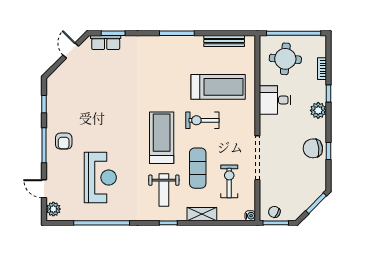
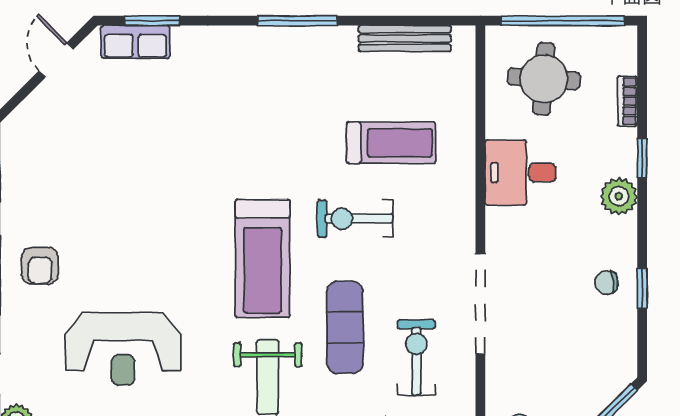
treadmill: (218, 87) -> (391, 143), width x0.73, depth x0.73
treadmill: (162, 138) -> (263, 258), turned 180
chair: (313, 148) -> (607, 283), width x0.54, depth x0.54
reception desk: (100, 178) -> (123, 349), turned 90

